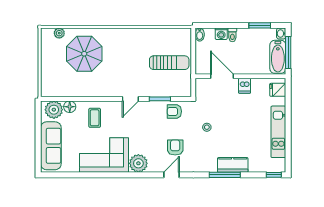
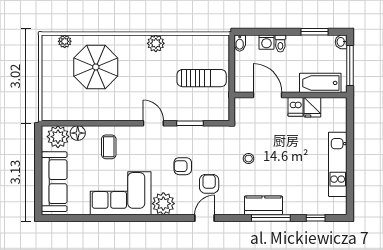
plant: (132, 35) -> (156, 43), added
bathtub: (278, 57) -> (320, 83), moved, turned 90
fridge: (278, 90) -> (312, 107), moved, turned -90
door: (130, 99) -> (153, 123), swing flipped
armchair: (174, 111) -> (183, 166), moved
kitchen counter: (233, 165) -> (263, 205), moved
window: (274, 175) -> (316, 218), moved

